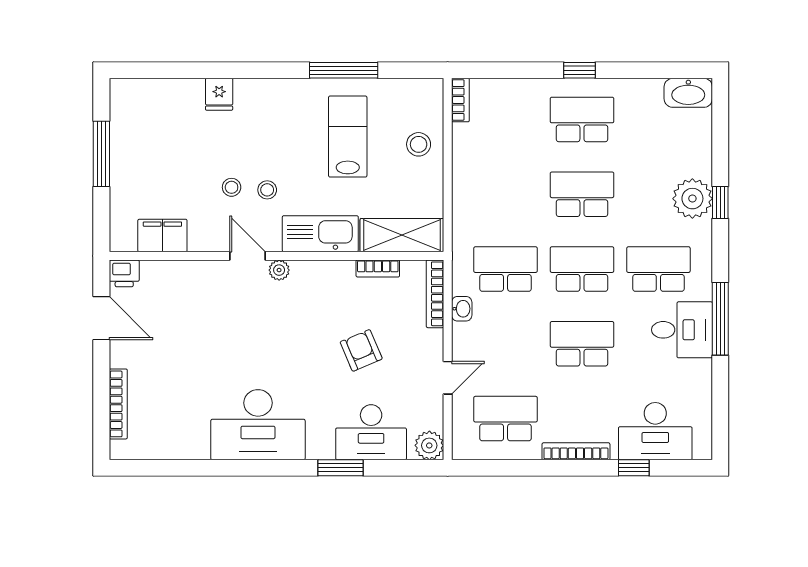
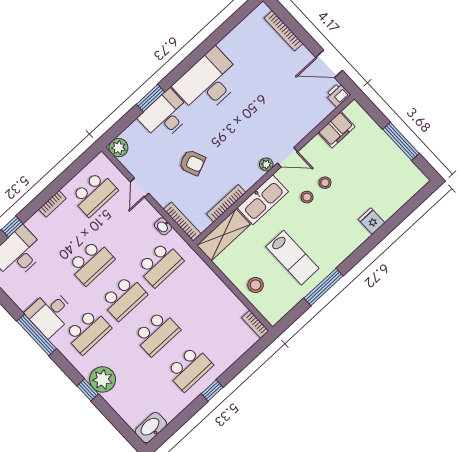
bookcase: (378, 268) -> (226, 203), width x1.56
desk: (371, 432) -> (165, 116), moved
bookcase: (576, 451) -> (52, 204), width x0.64

